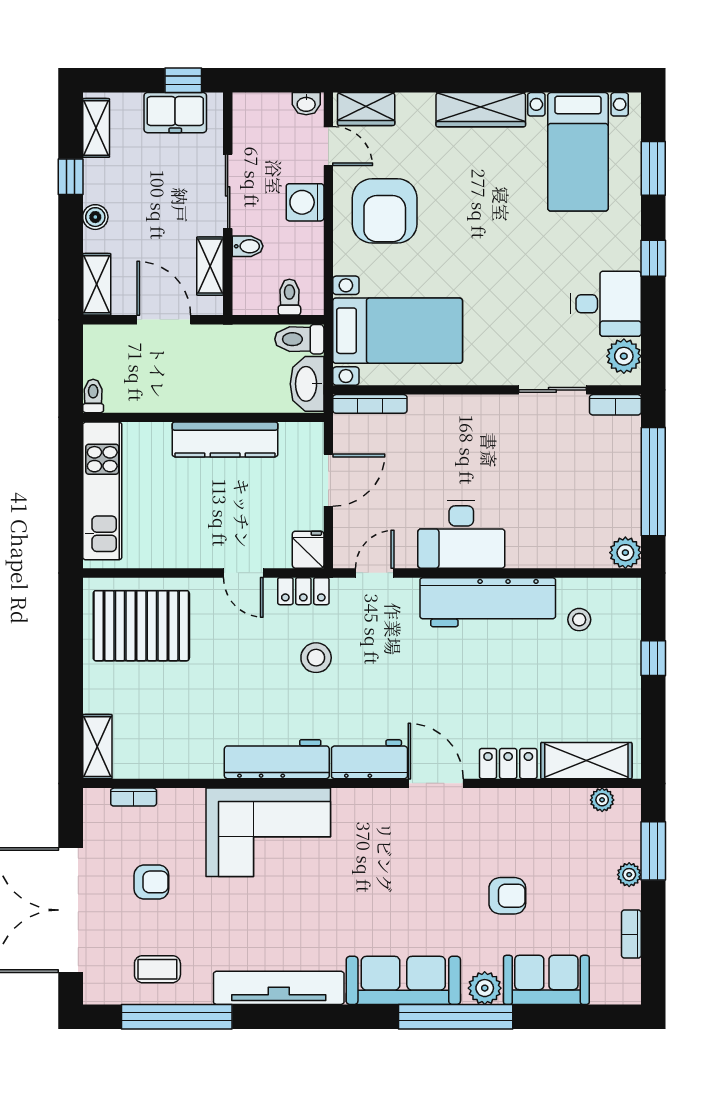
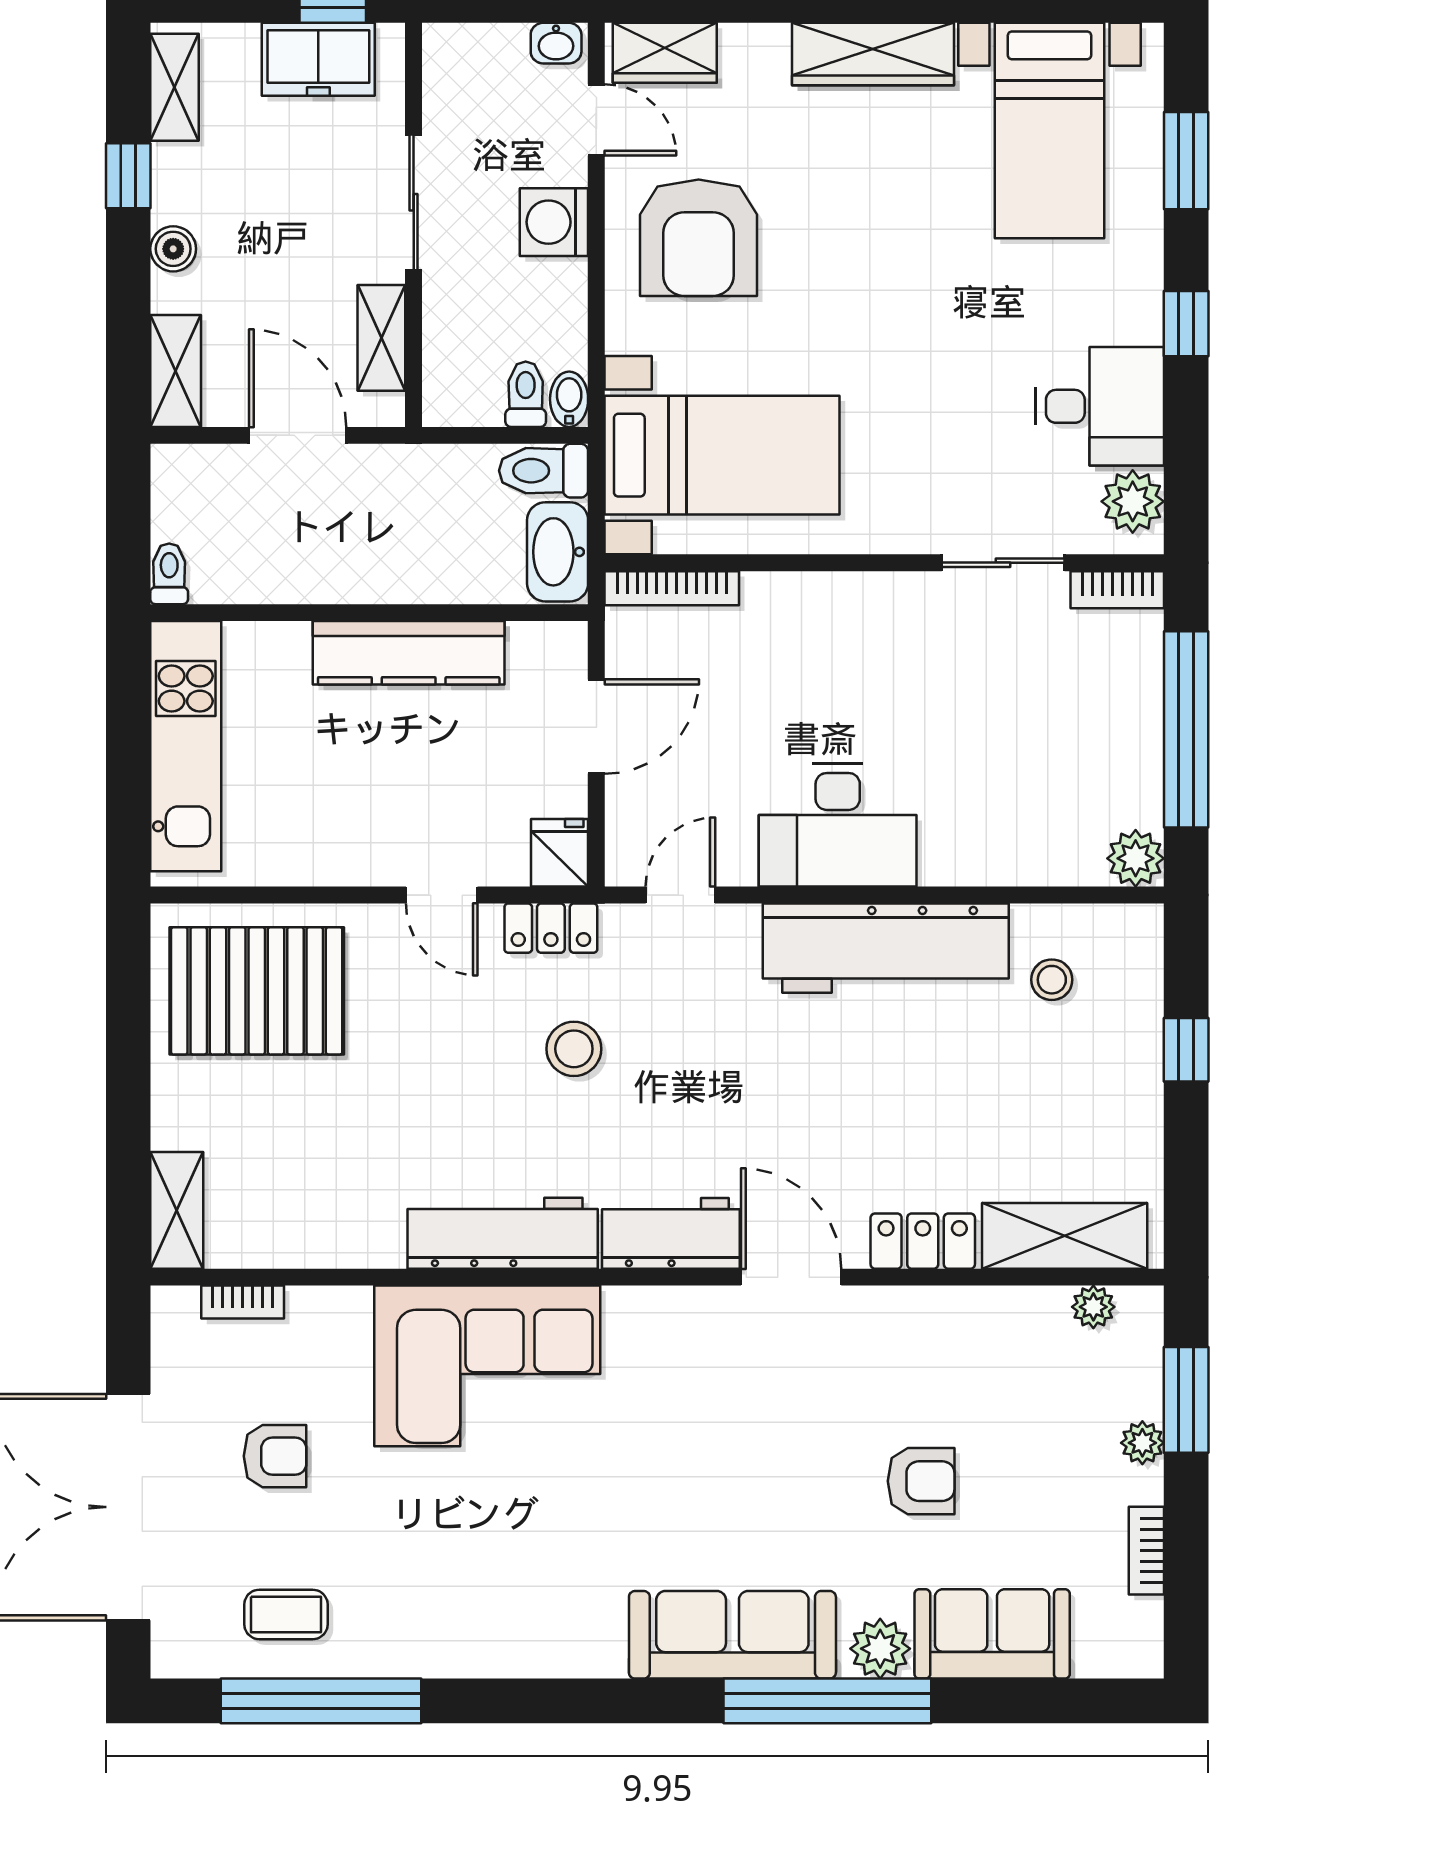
bidet: (248, 246) -> (569, 399), moved, turned -90
tv unit: (279, 988) -> (506, 1648), removed

